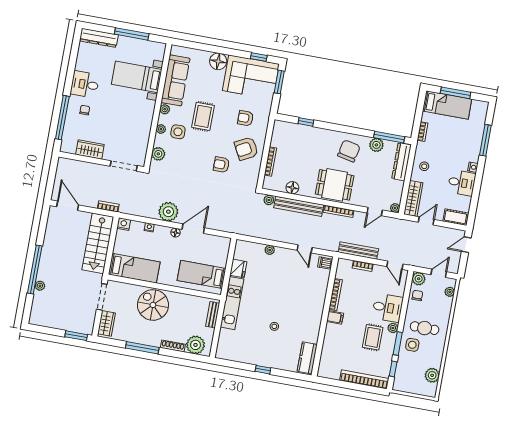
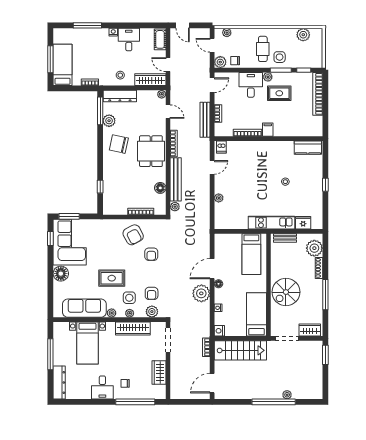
armchair: (245, 118) -> (152, 293), moved
wardrobe: (143, 130) -> (133, 329), added
door: (193, 229) -> (212, 269), hinge flipped
fridge: (238, 268) -> (303, 223), moved

